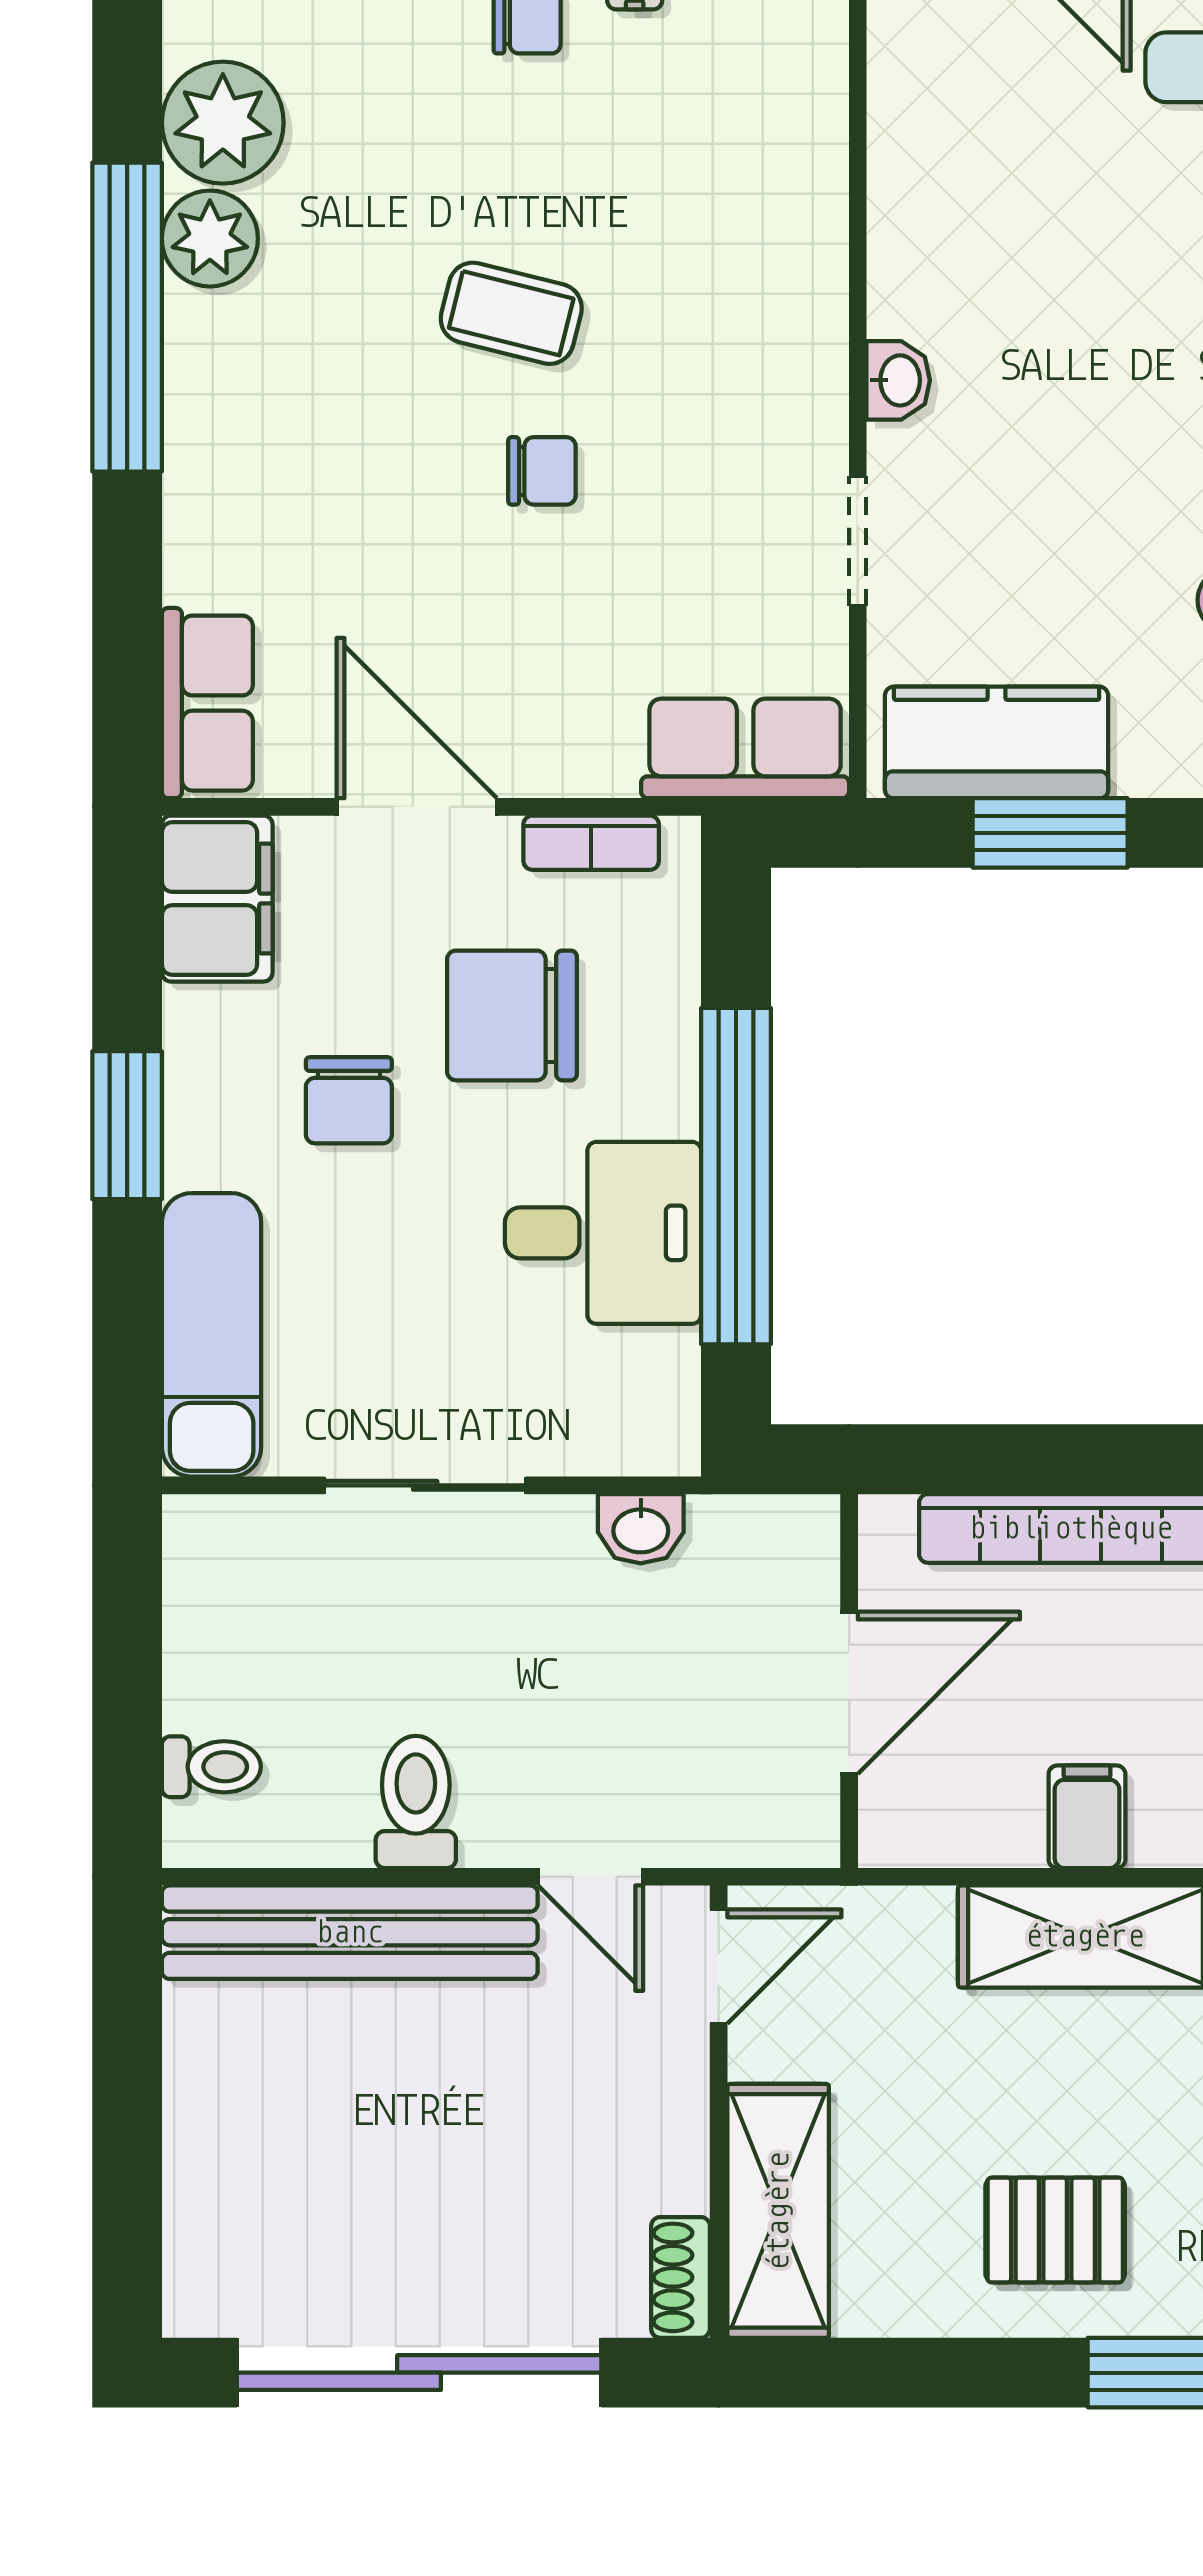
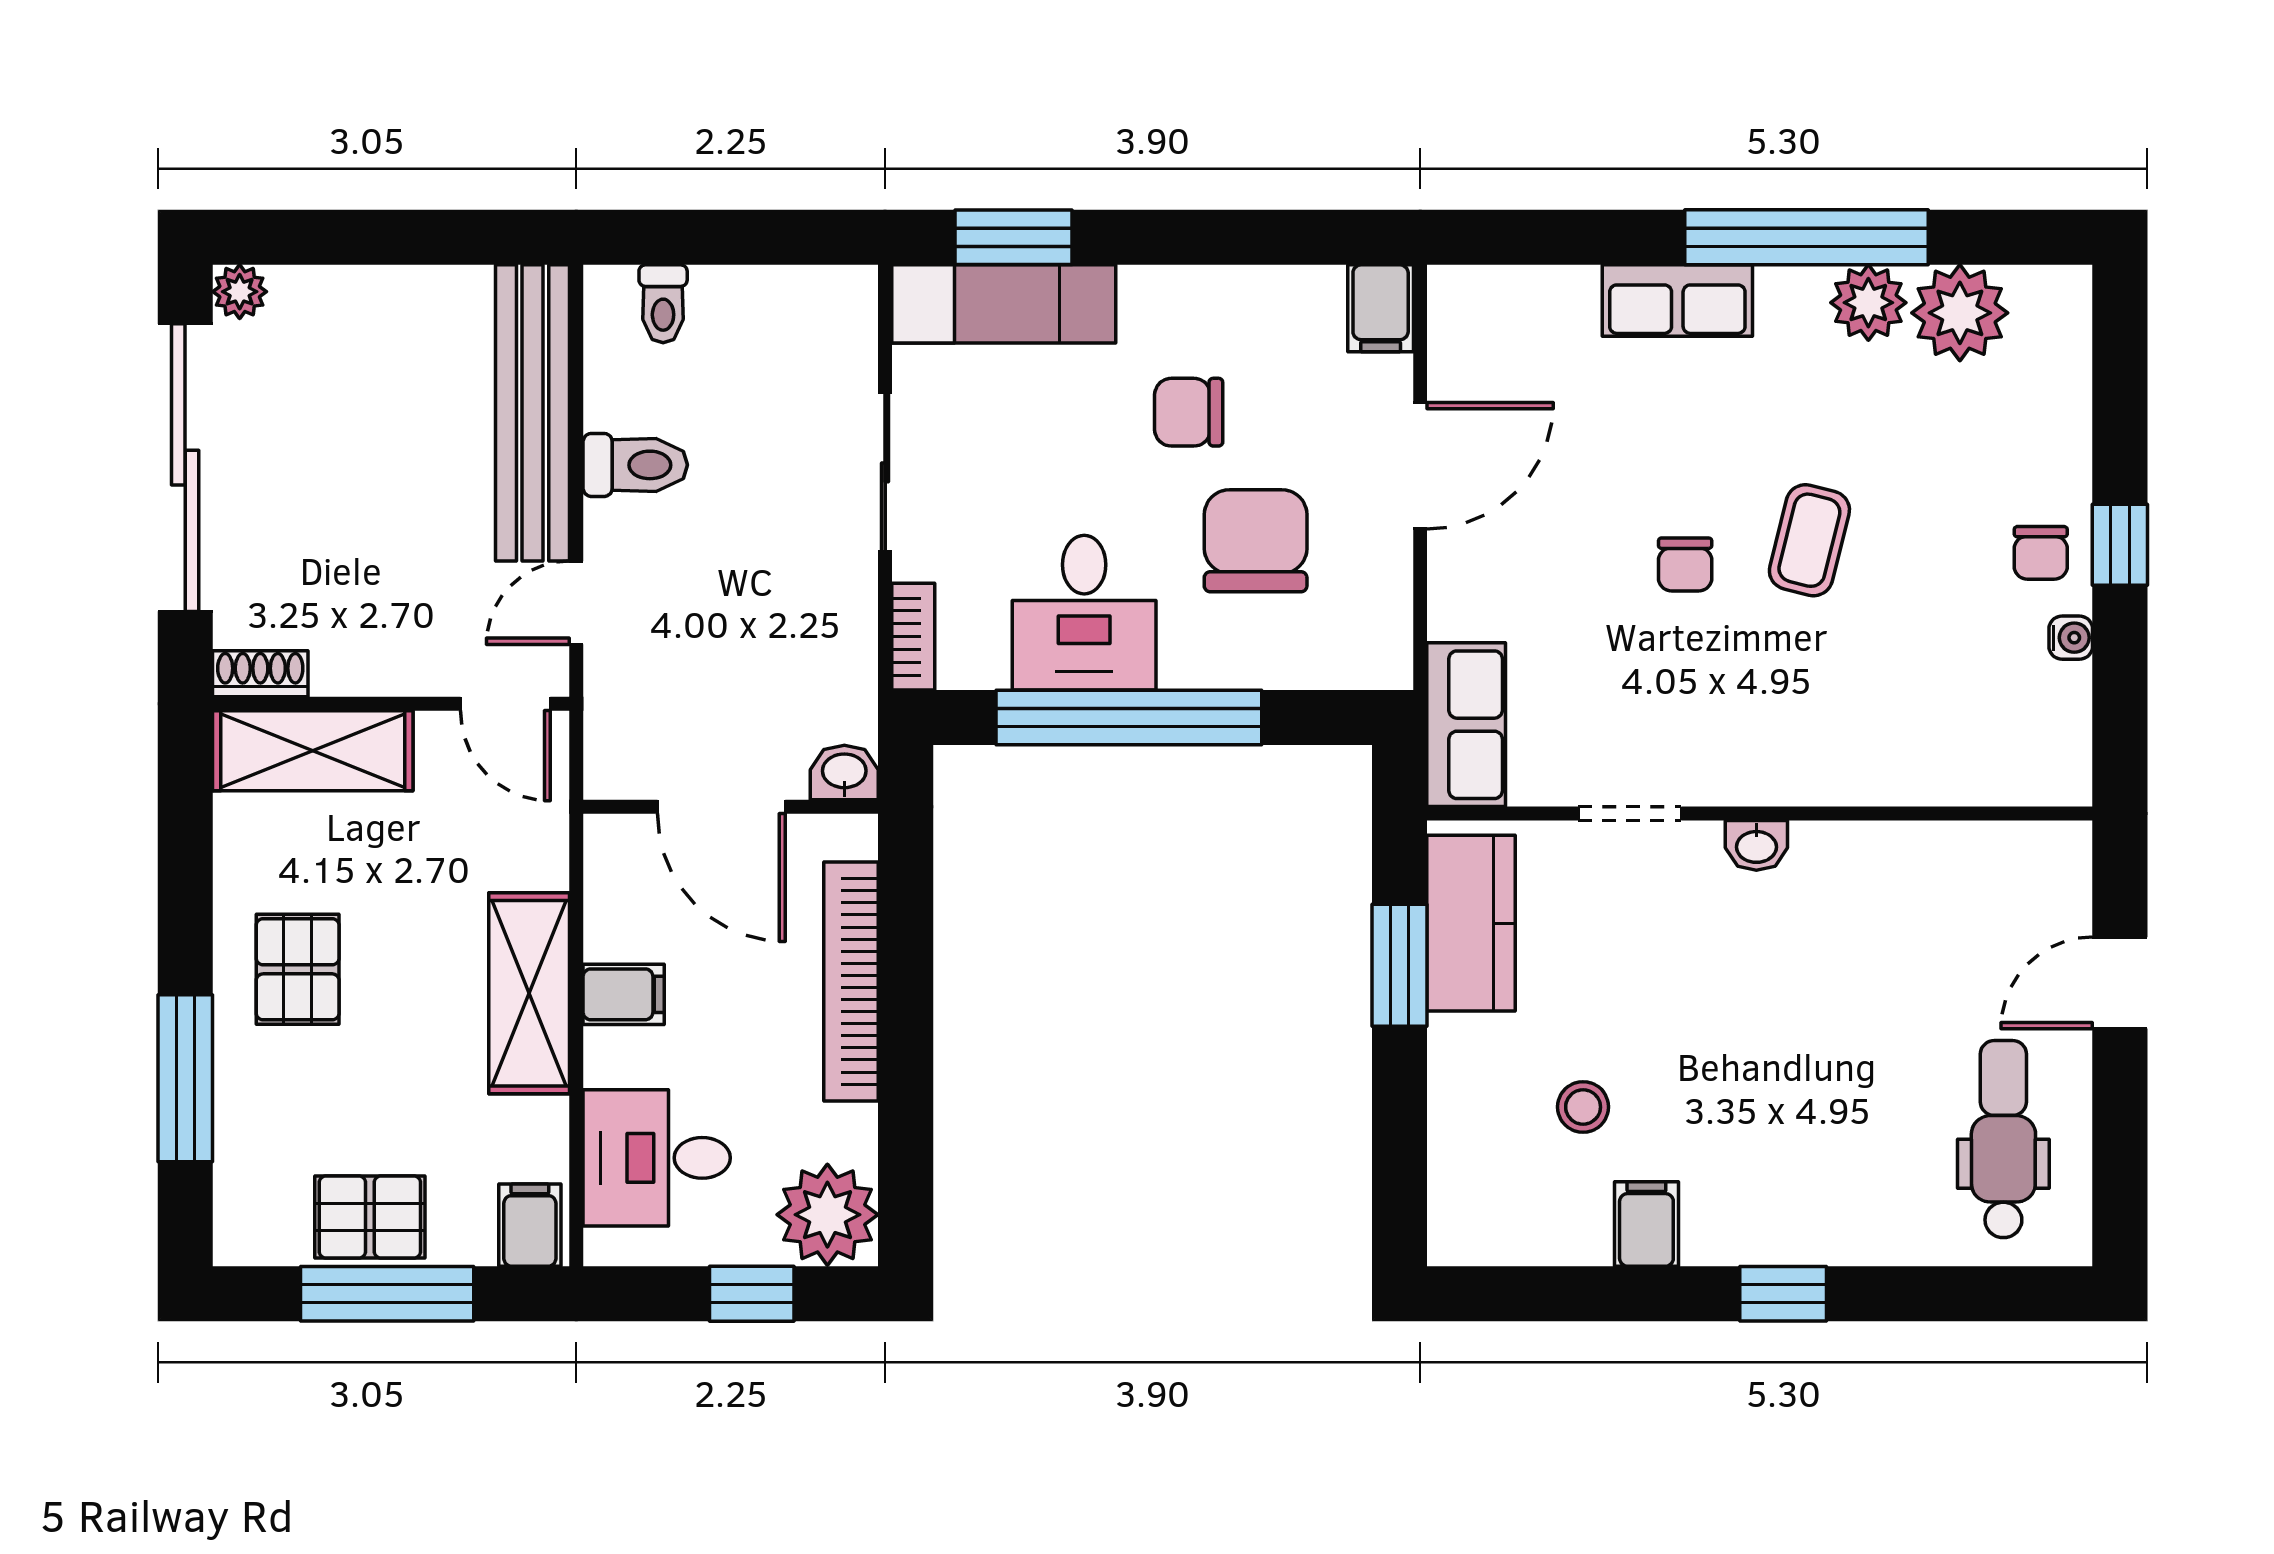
row of seats: (207, 703) -> (1677, 301), moved
bookcase: (591, 843) -> (913, 637), moved, turned 180
filing cabinet: (217, 899) -> (1381, 308), width x0.50
window: (127, 1125) -> (1013, 237), moved
washbasin: (641, 1529) -> (844, 772), moved, turned 90
plant: (196, 2304) -> (240, 292), added

